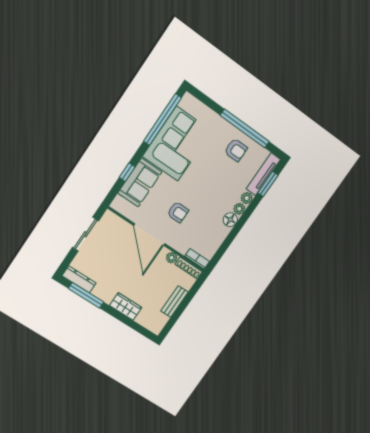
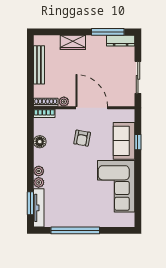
window: (162, 120) -> (138, 196), removed
armchair: (236, 150) -> (71, 211), removed
armchair: (178, 212) -> (82, 138), turned -80
floor lamp: (230, 220) -> (40, 142), moved
bench: (174, 301) -> (39, 65), width x1.36

